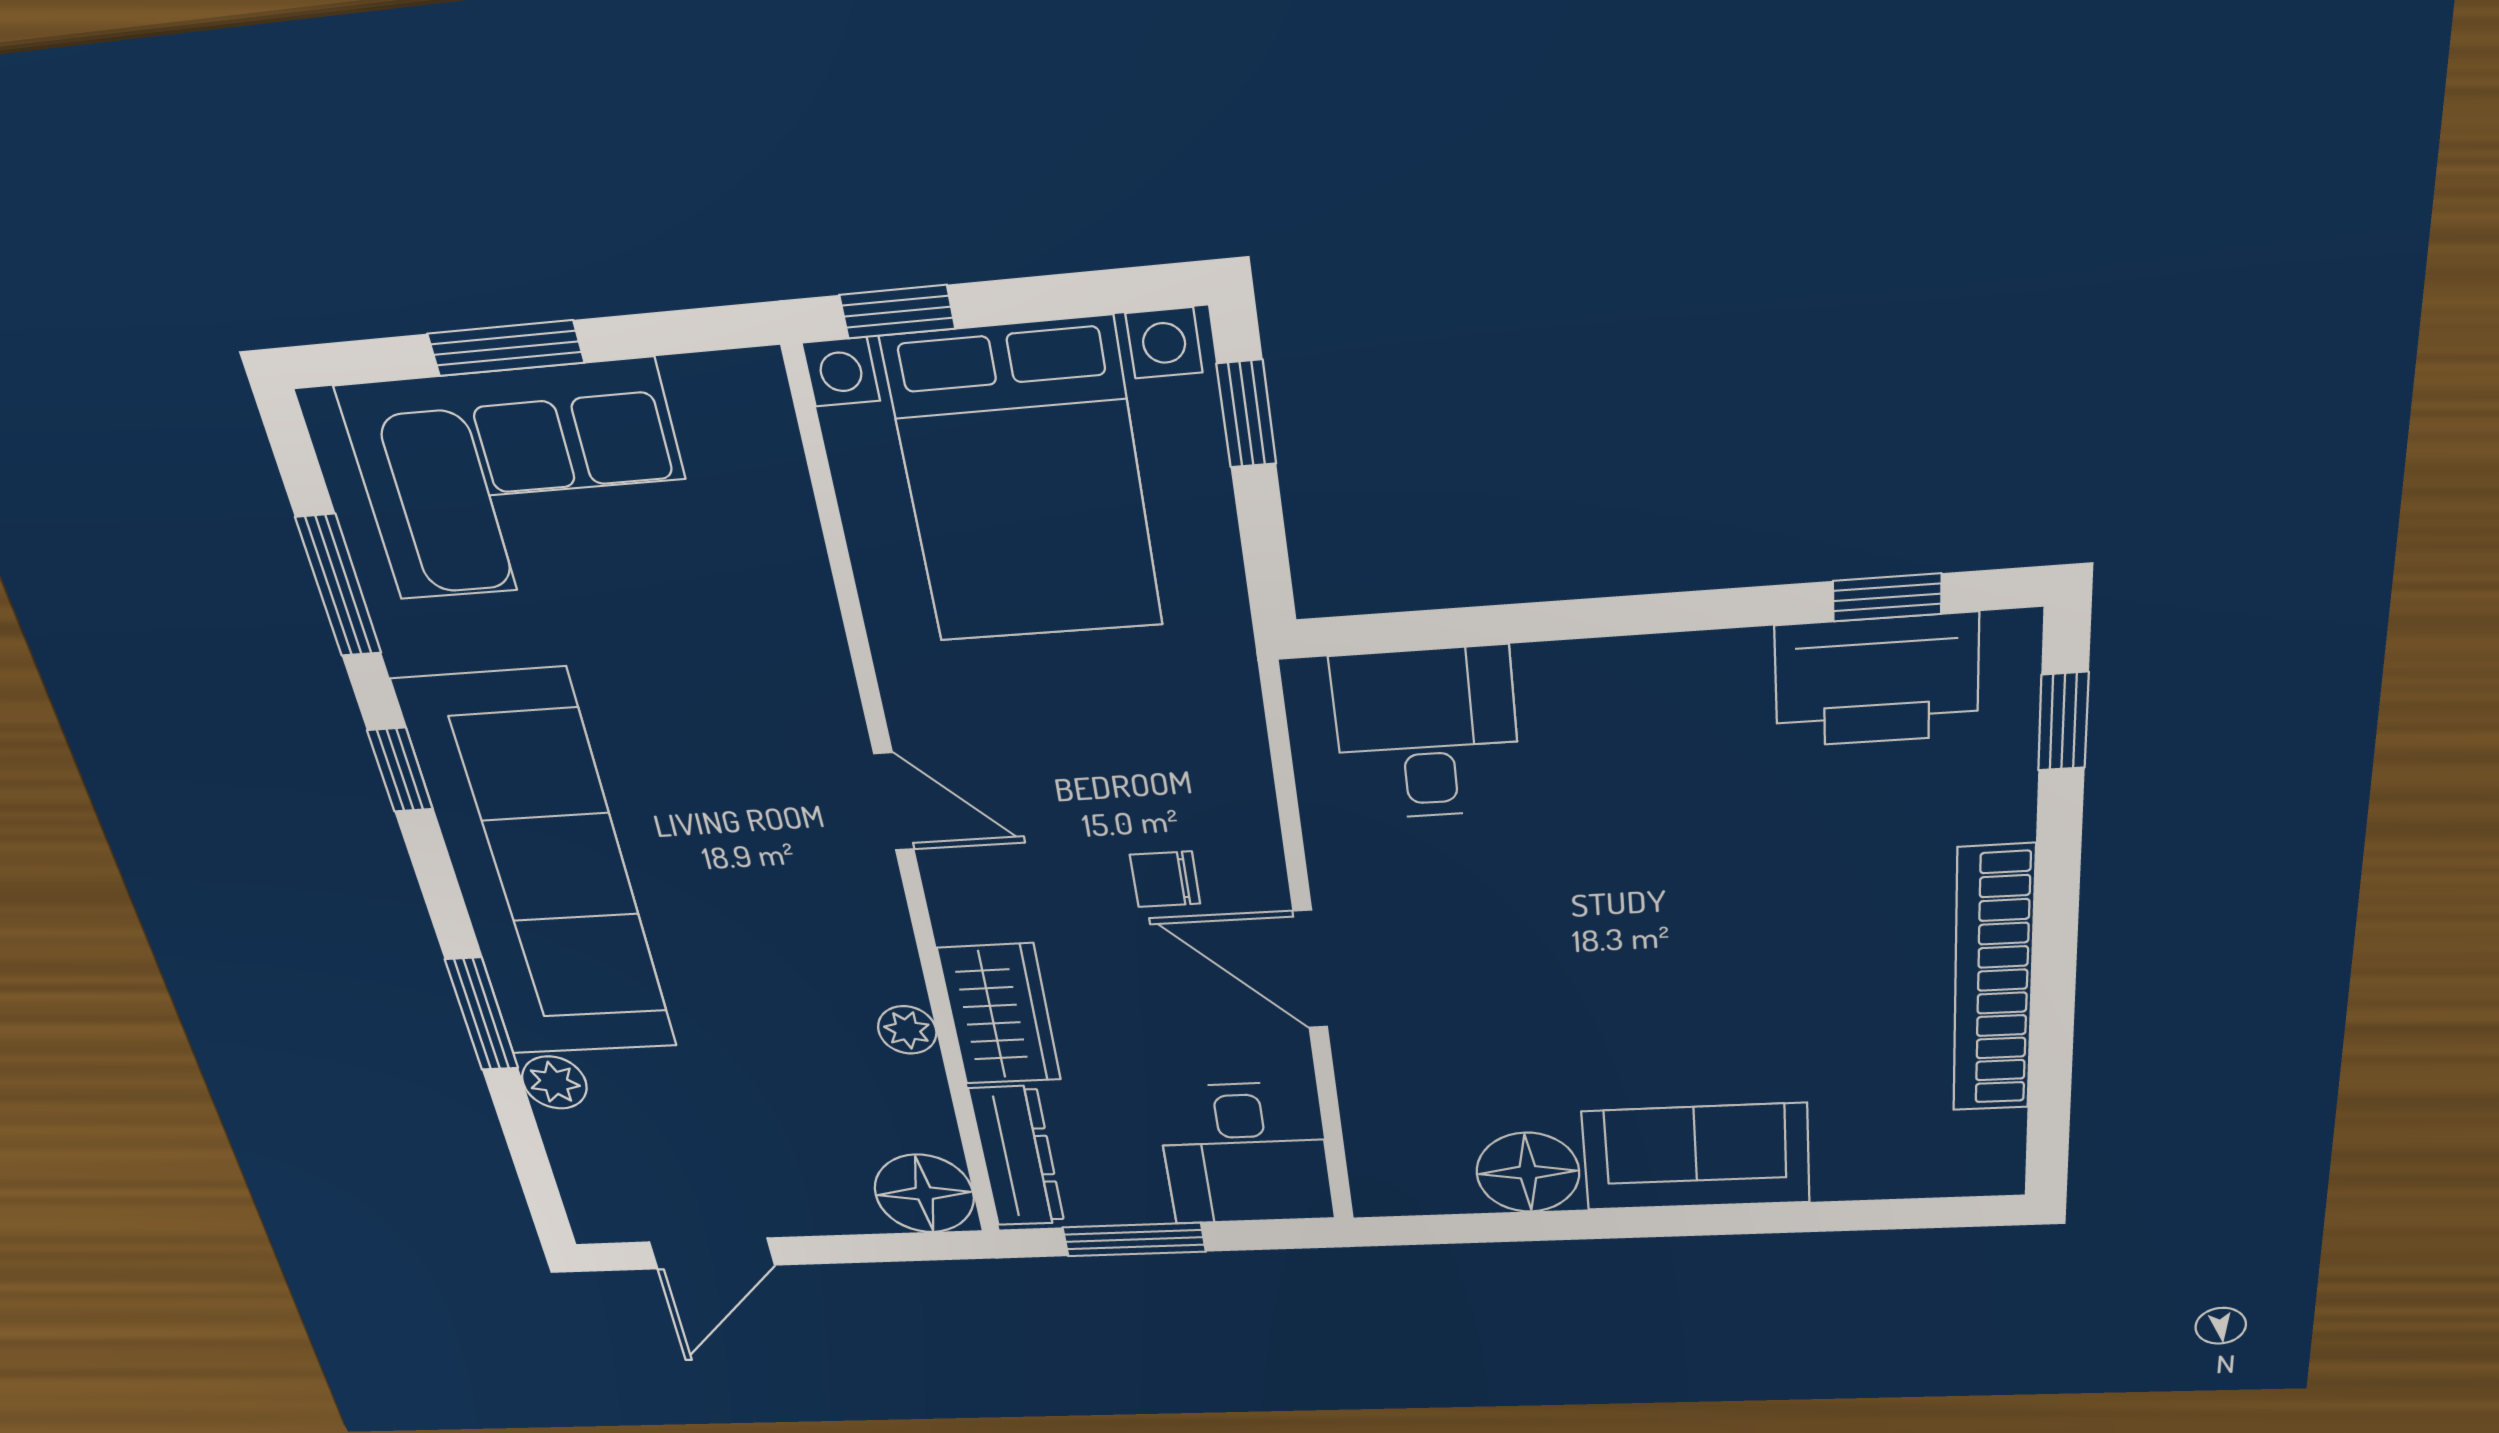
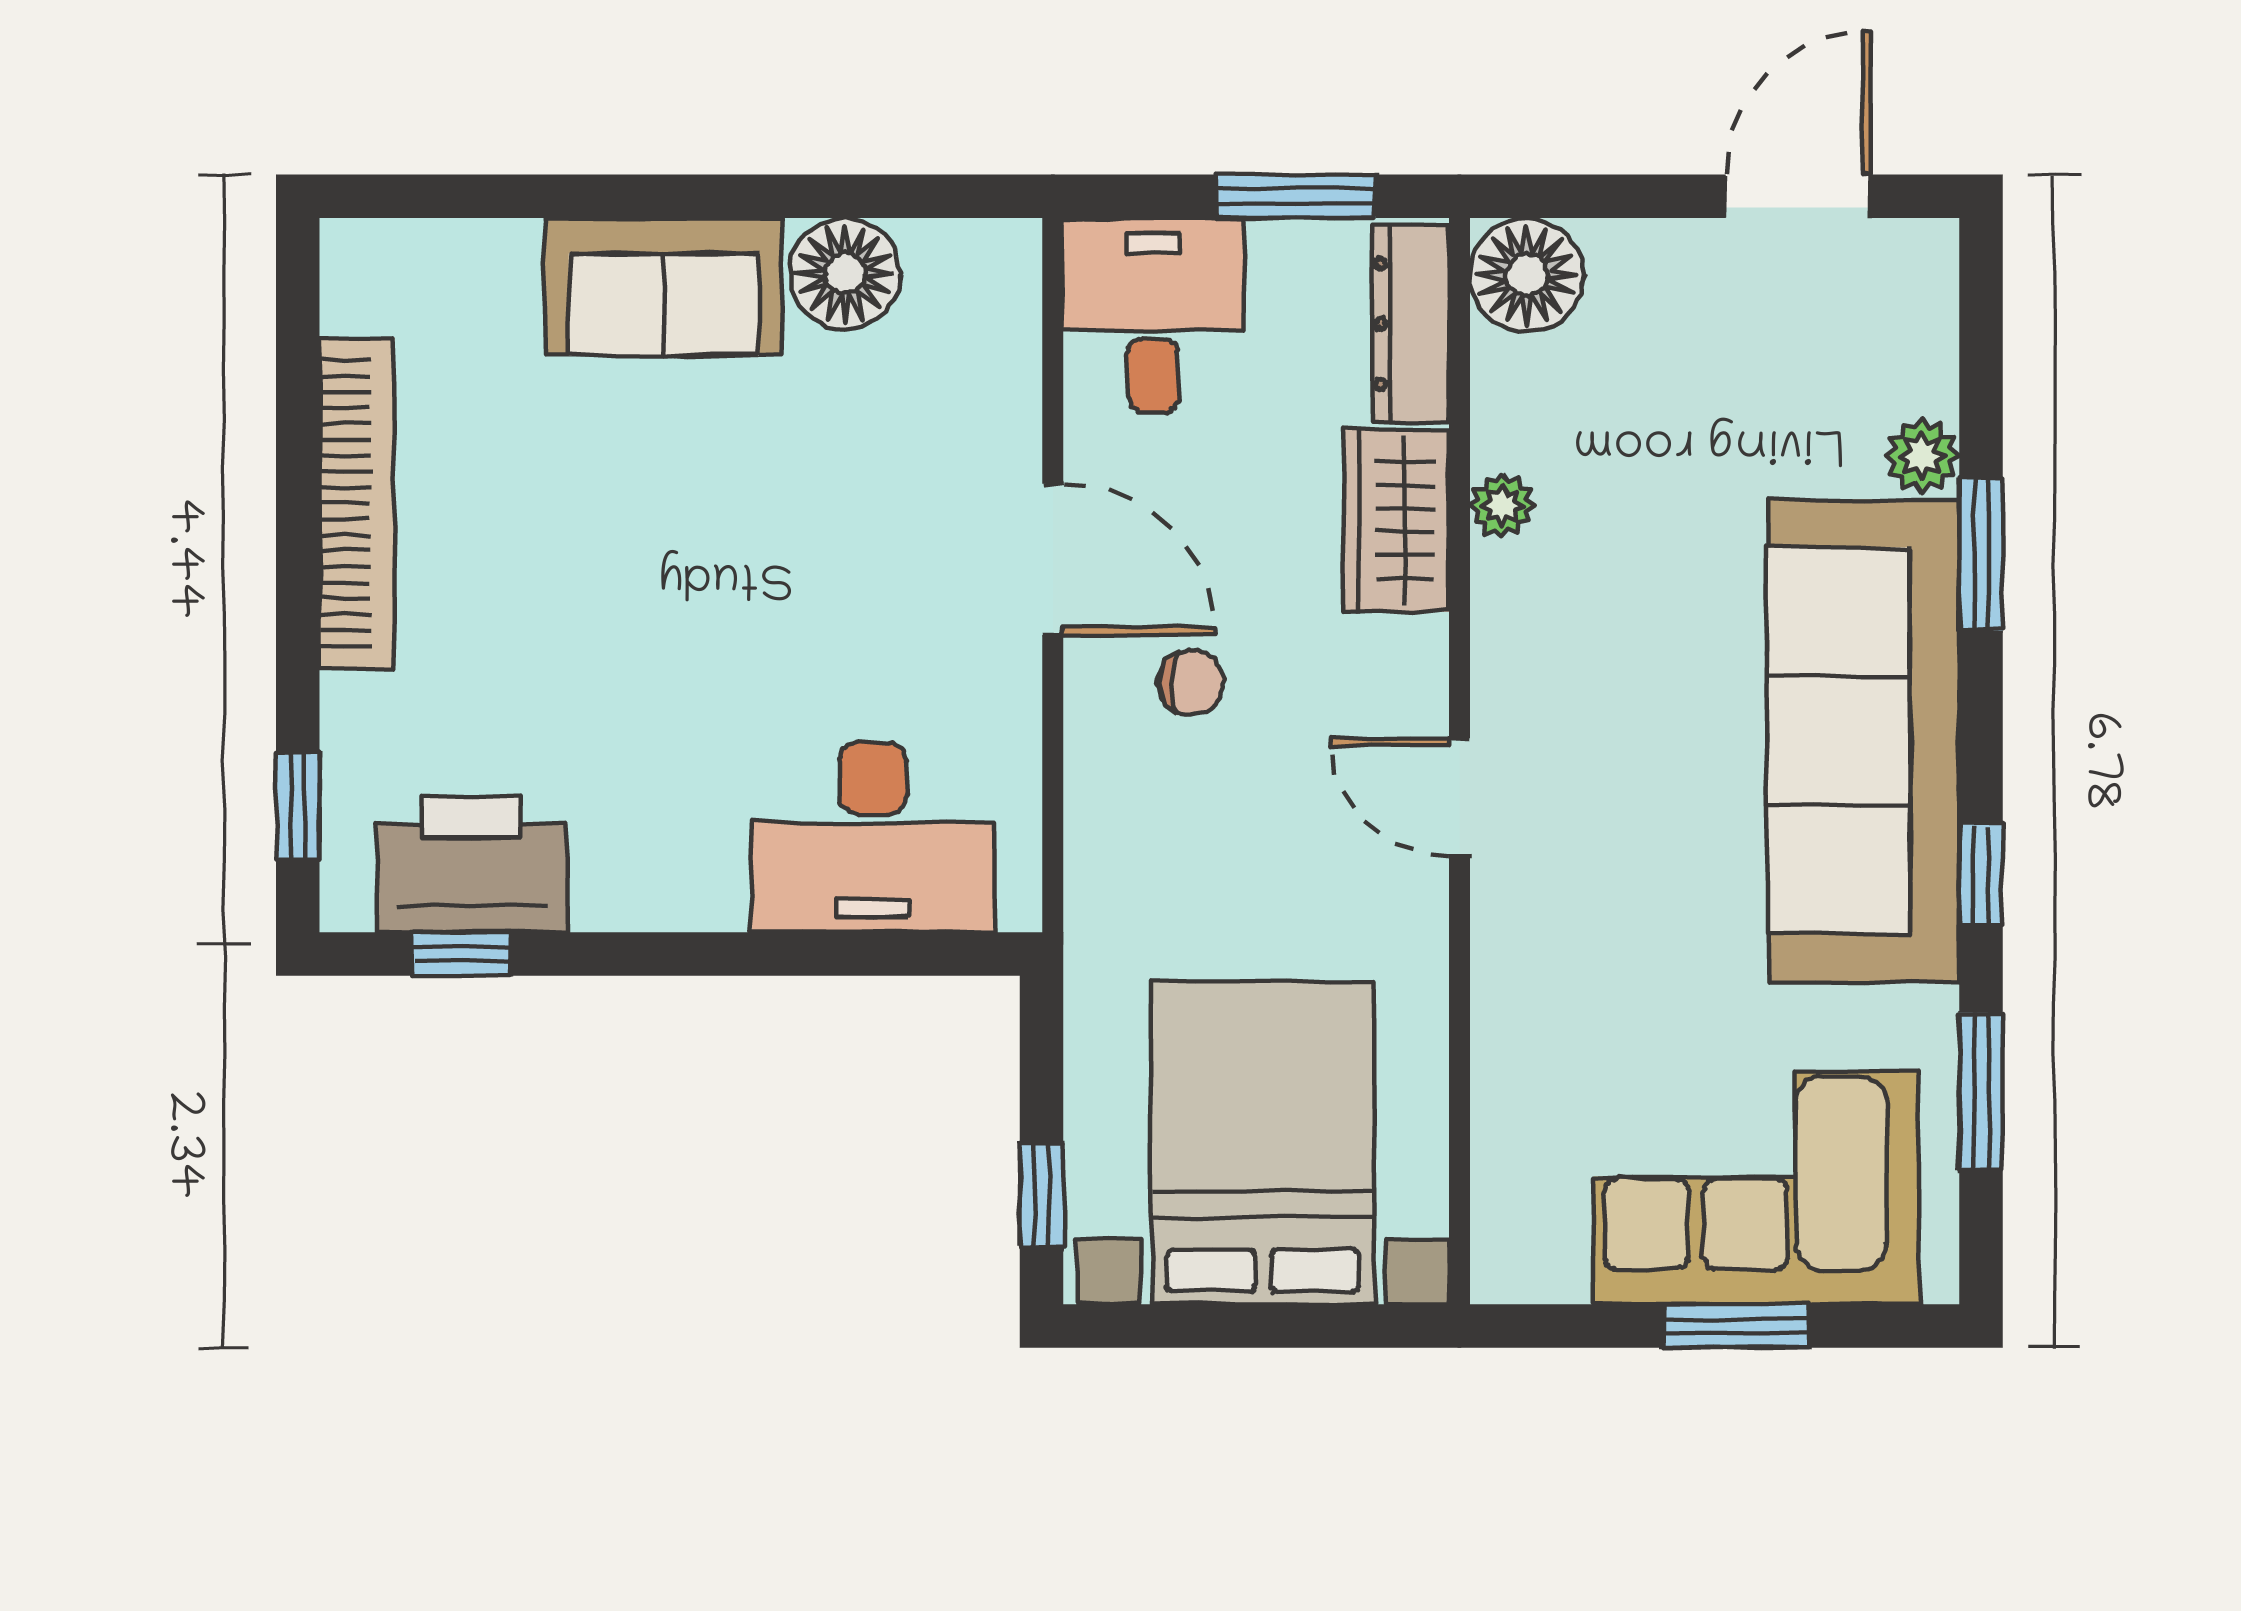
window: (897, 312) -> (1352, 1326), removed
desk: (1427, 734) -> (873, 837), width x1.37

